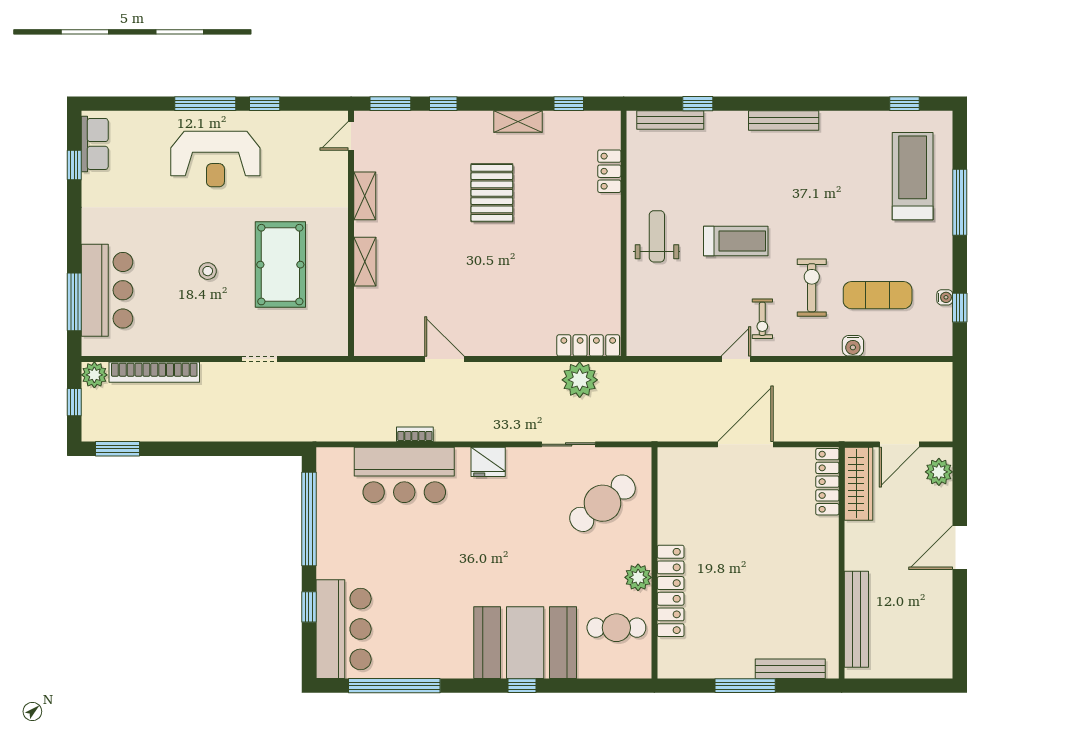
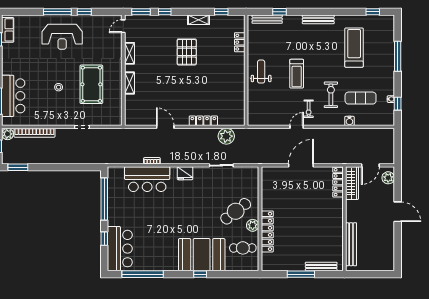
treadmill: (913, 176) -> (354, 48), moved
treadmill: (736, 241) -> (297, 74), turned 90
locker: (588, 345) -> (203, 121), moved
cafe table: (602, 503) -> (236, 211), moved
door: (960, 547) -> (398, 212), swing flipped

